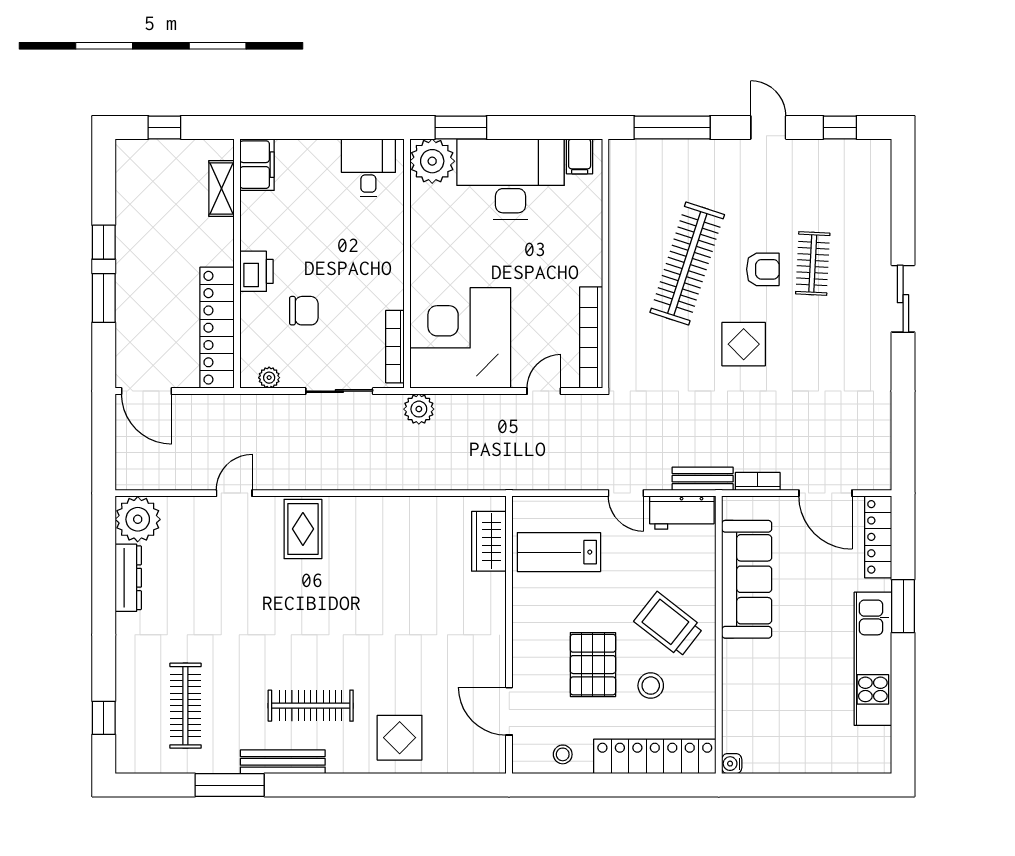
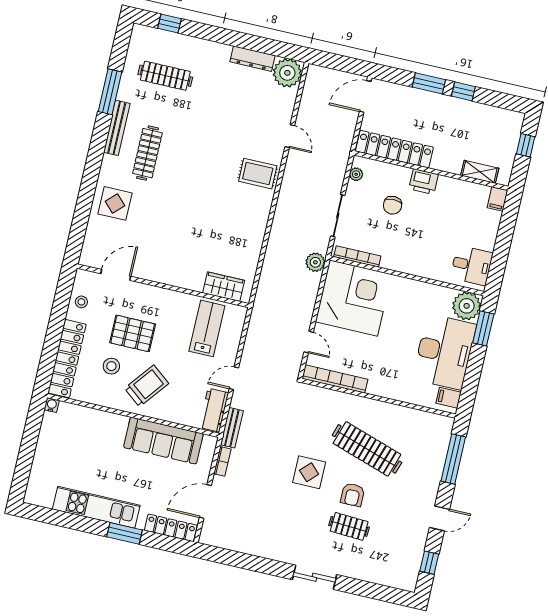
filing cabinet: (257, 165) -> (497, 199), width x0.50

